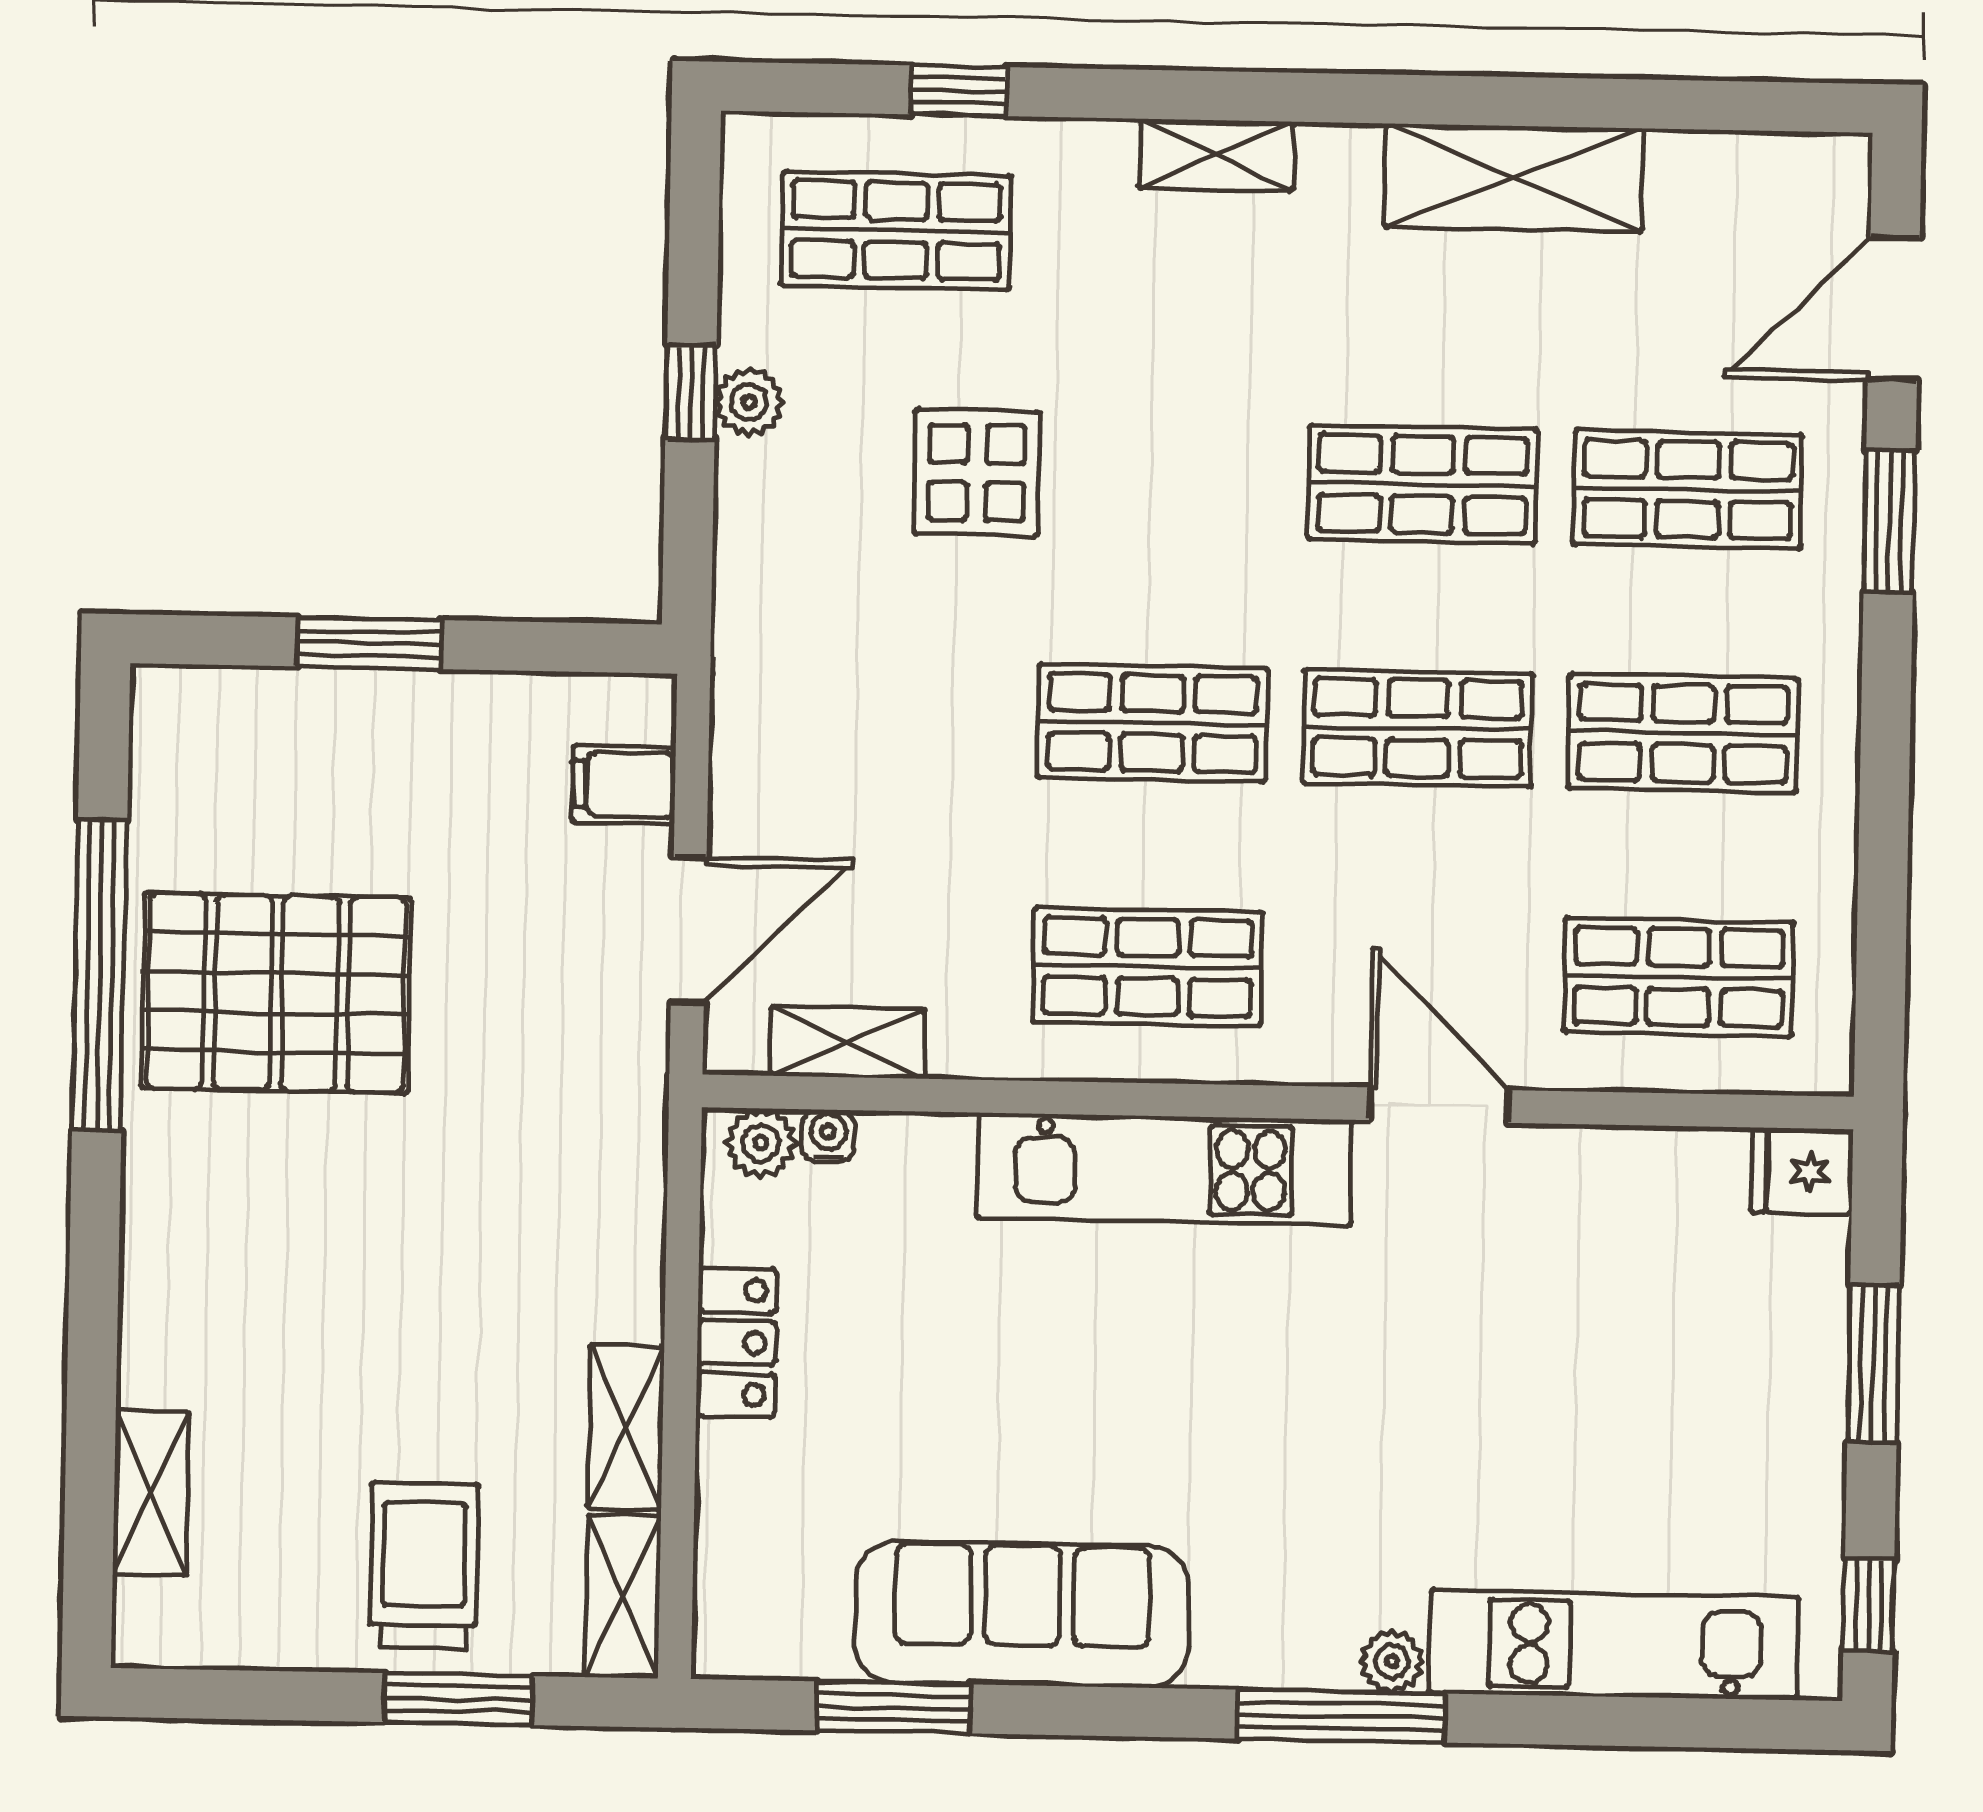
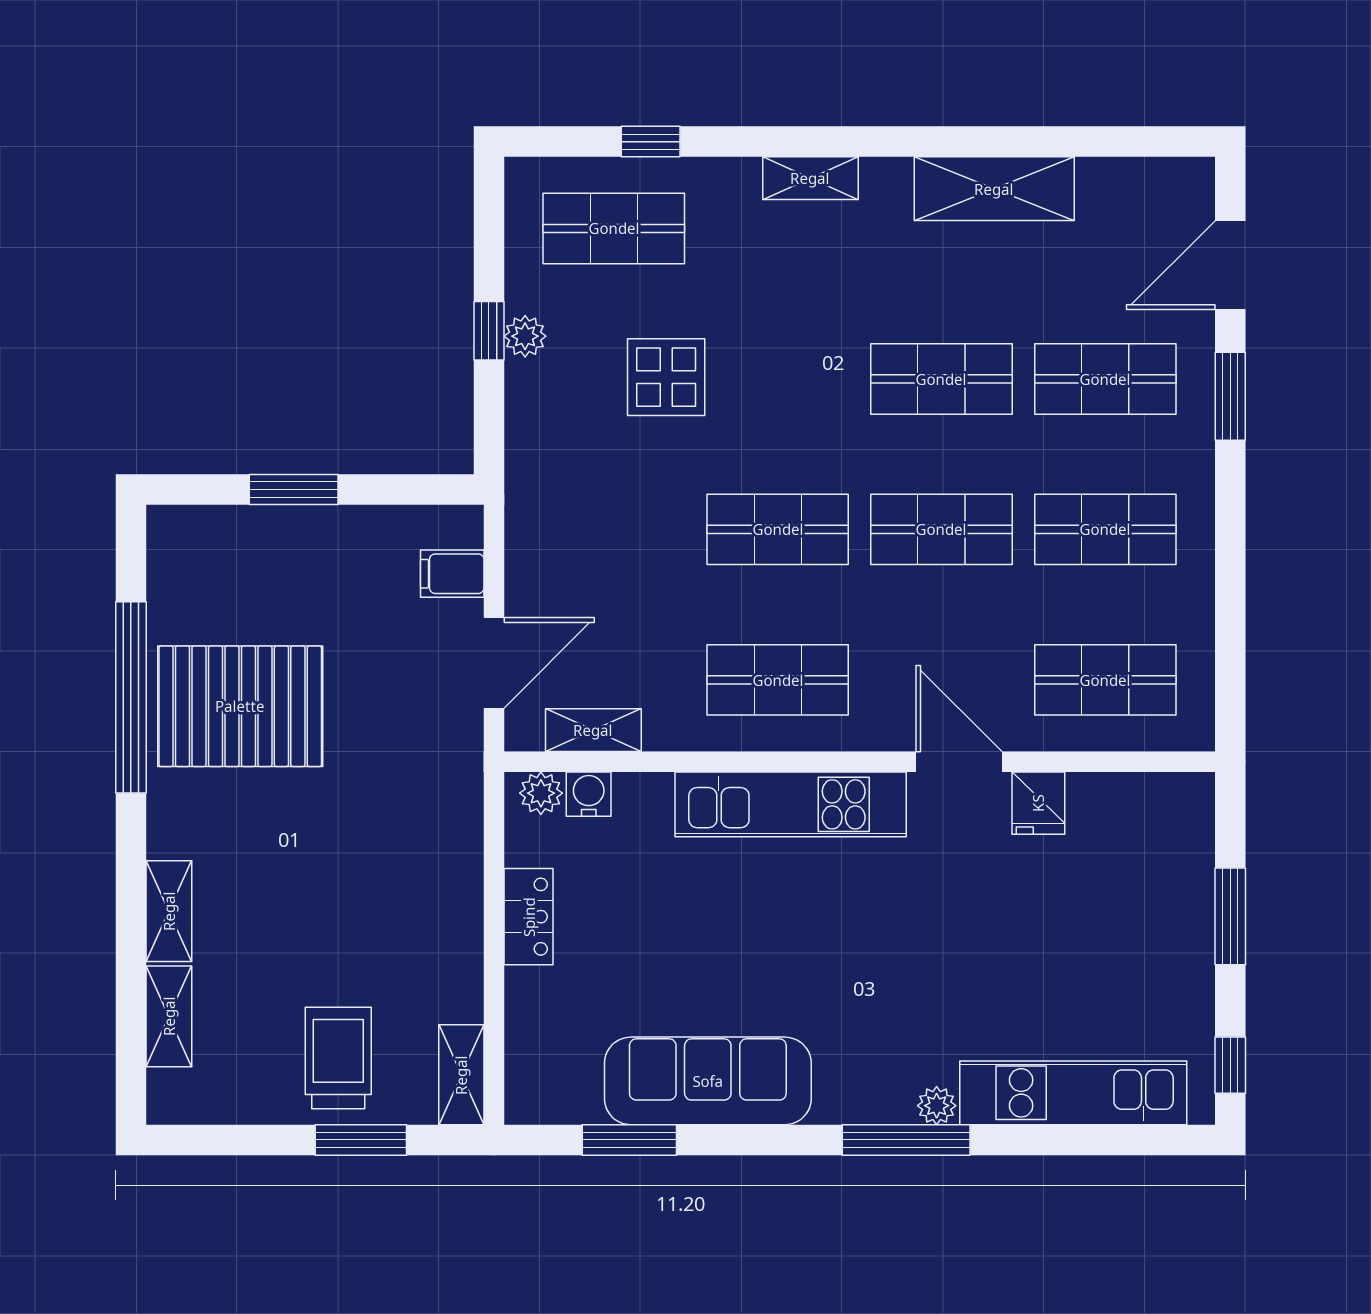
water cooler: (828, 1136) -> (589, 794), width x1.38, depth x1.38
fridge: (1802, 1171) -> (1038, 803), moved, turned -90
shelving: (626, 1427) -> (169, 911), moved

